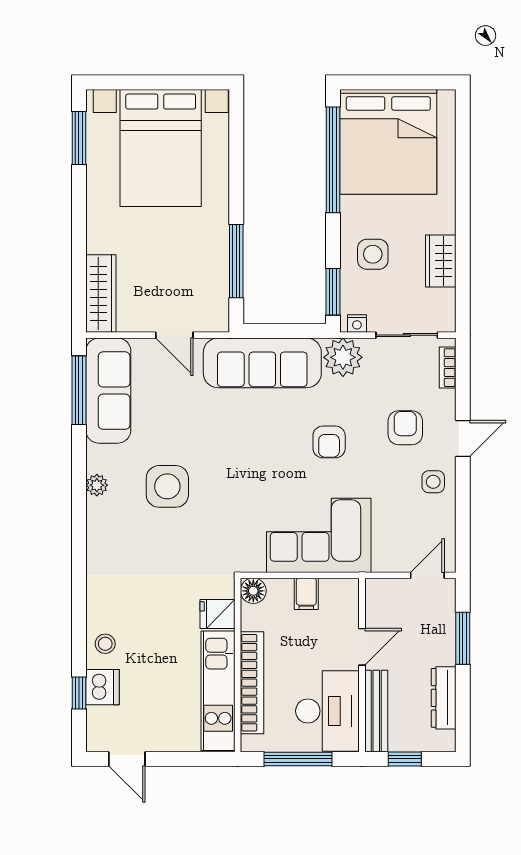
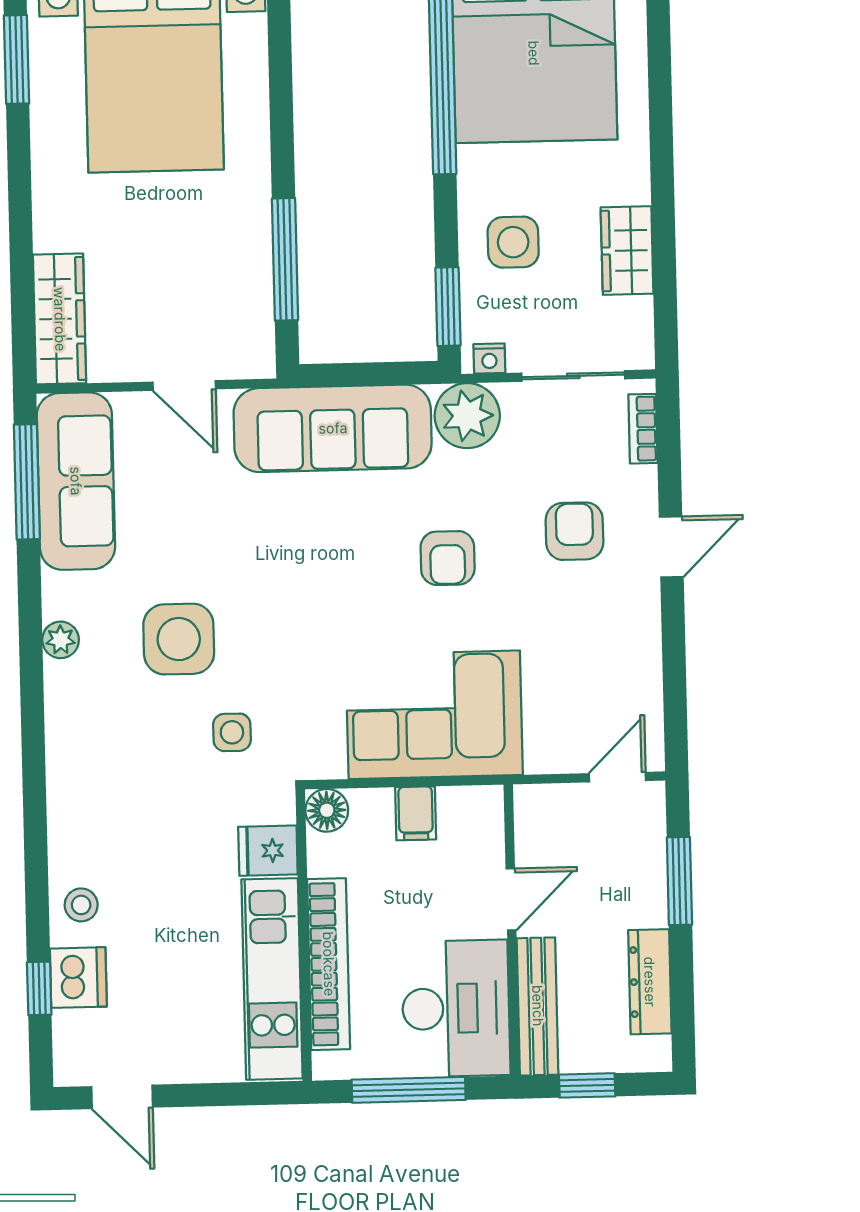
side table: (433, 482) -> (232, 732), moved

